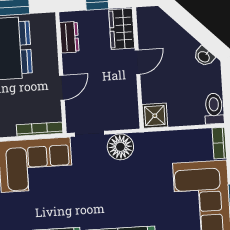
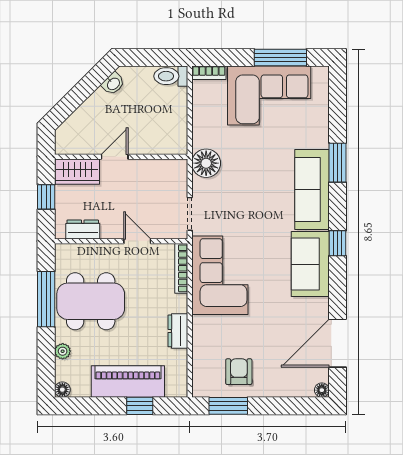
door: (137, 62) -> (115, 157), hinge flipped
shower: (155, 116) -> (174, 141), removed
floor lamp: (120, 147) -> (206, 163), moved

